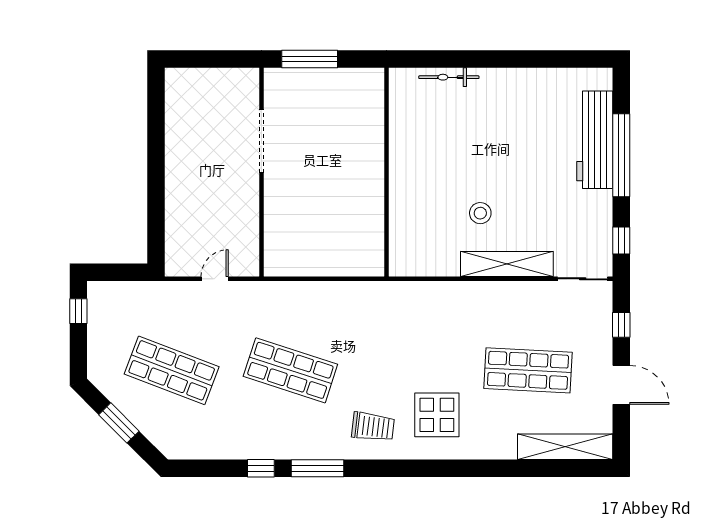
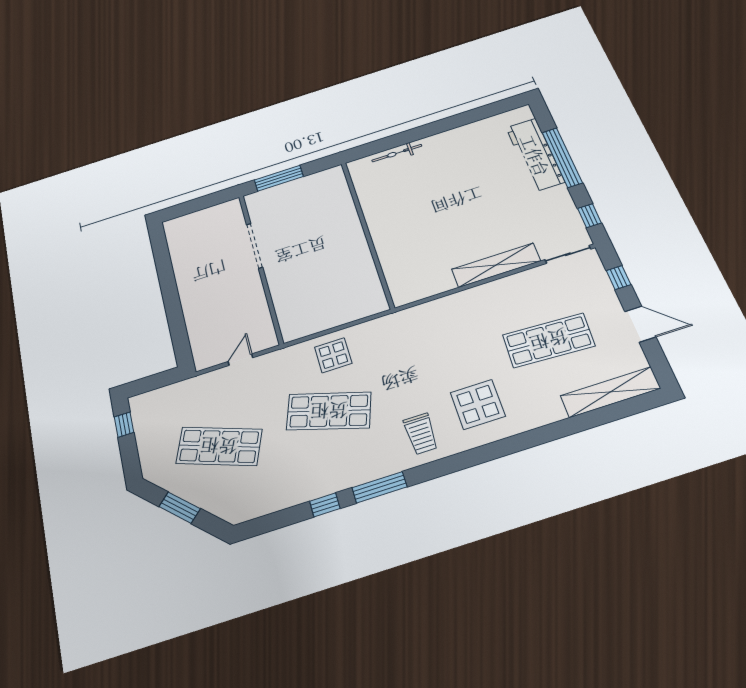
stool: (480, 213) -> (458, 236), removed
display table: (311, 309) -> (333, 355), added
trolley: (373, 427) -> (421, 434), turned 83

